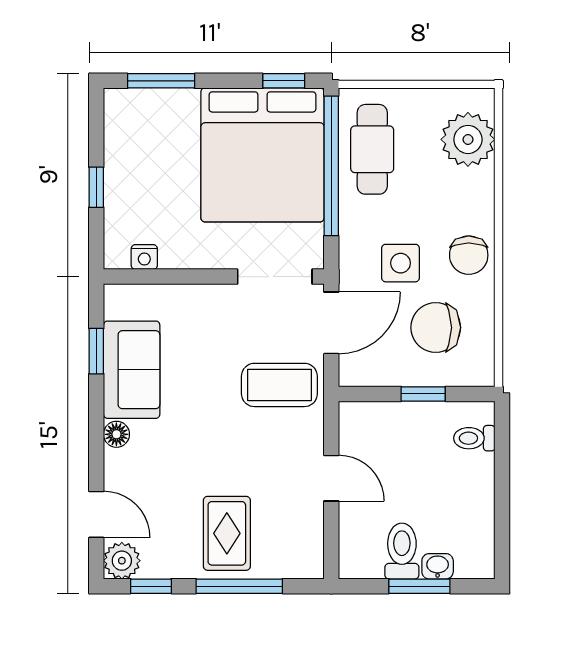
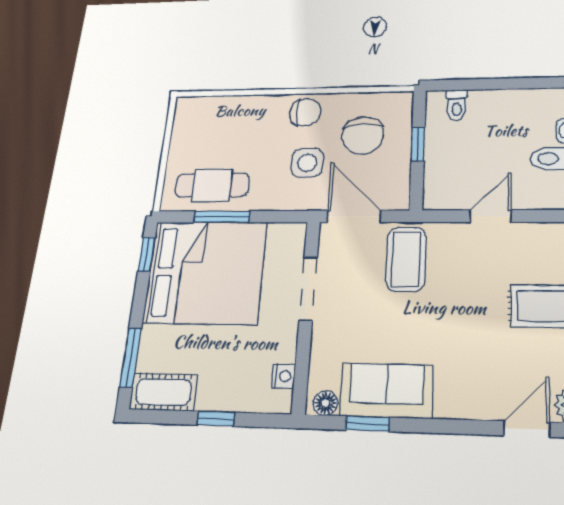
cot: (123, 125) -> (163, 392), added
plant: (468, 139) -> (213, 115), removed
window: (331, 166) -> (222, 217), width x0.47
doorway: (275, 277) -> (308, 289), moved
floor lamp: (116, 434) -> (325, 403), moved

